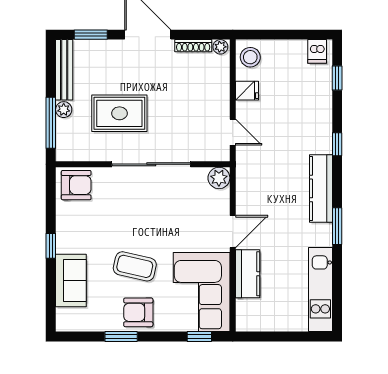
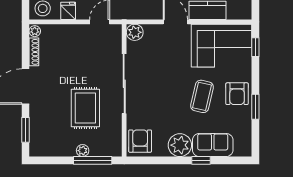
bench: (64, 70) -> (52, 150), removed
plant: (71, 237) -> (180, 145), added
window: (51, 246) -> (201, 160), moved

